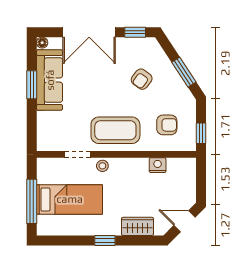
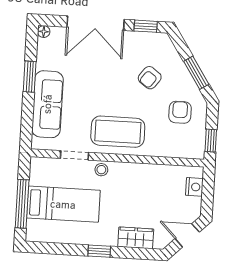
sofa: (50, 80) -> (47, 104), moved
armchair: (167, 125) -> (180, 112), moved, turned -90
nightstand: (158, 165) -> (194, 187), moved, turned 90

